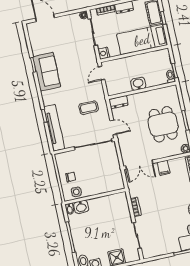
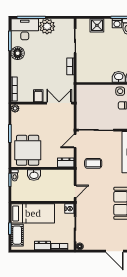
washbasin: (138, 84) -> (34, 175), moved
dining table: (163, 124) -> (28, 150), moved
door: (113, 127) -> (75, 141), hinge flipped
plant: (170, 245) -> (47, 26), added

